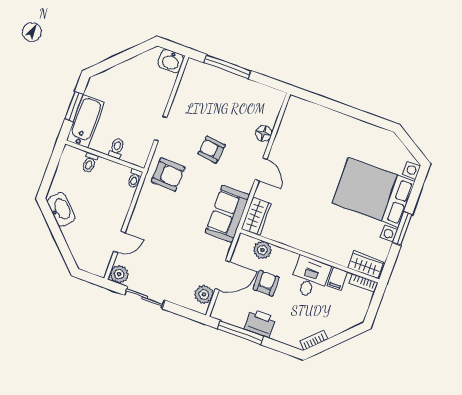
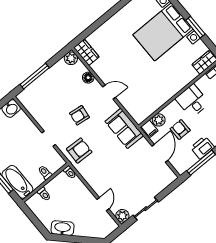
wardrobe: (256, 216) -> (86, 52), moved
filing cabinet: (337, 279) -> (150, 129), moved
plant: (204, 294) -> (71, 58), moved

